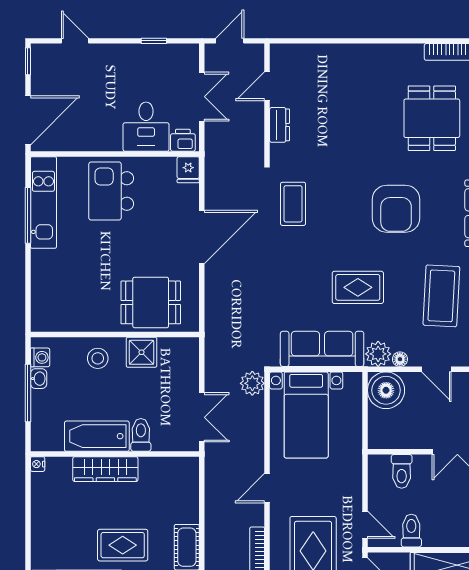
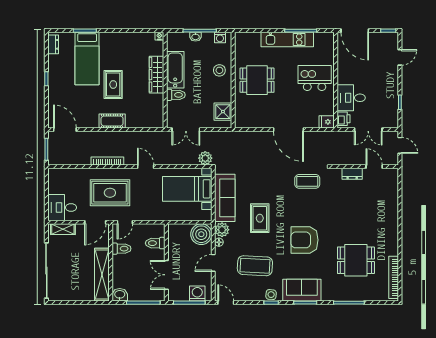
kitchen unit: (43, 202) -> (287, 39), moved
dining table: (151, 302) -> (257, 80), moved, turned 90
shower: (142, 352) -> (223, 112), moved
washbasin: (39, 379) -> (196, 37), moved

